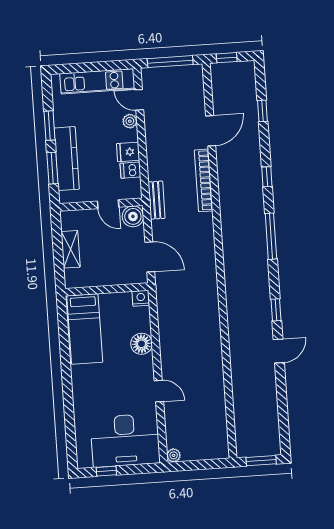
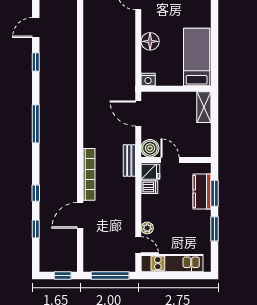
fridge: (128, 152) -> (150, 172), moved
kitchen counter: (67, 159) -> (202, 192), width x0.67
window: (267, 177) -> (36, 193), moved
shelving: (71, 249) -> (204, 107), moved

